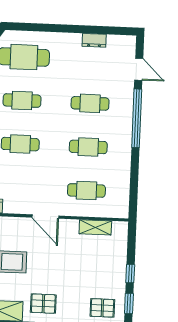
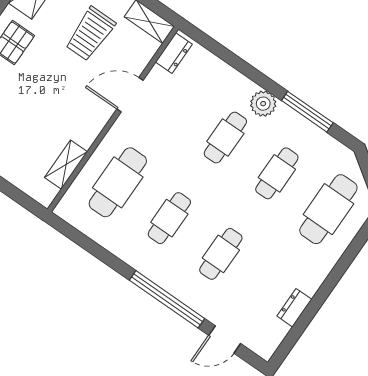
cafe table: (86, 190) -> (118, 182), width x1.37, depth x1.35
door: (45, 217) -> (130, 95), moved

